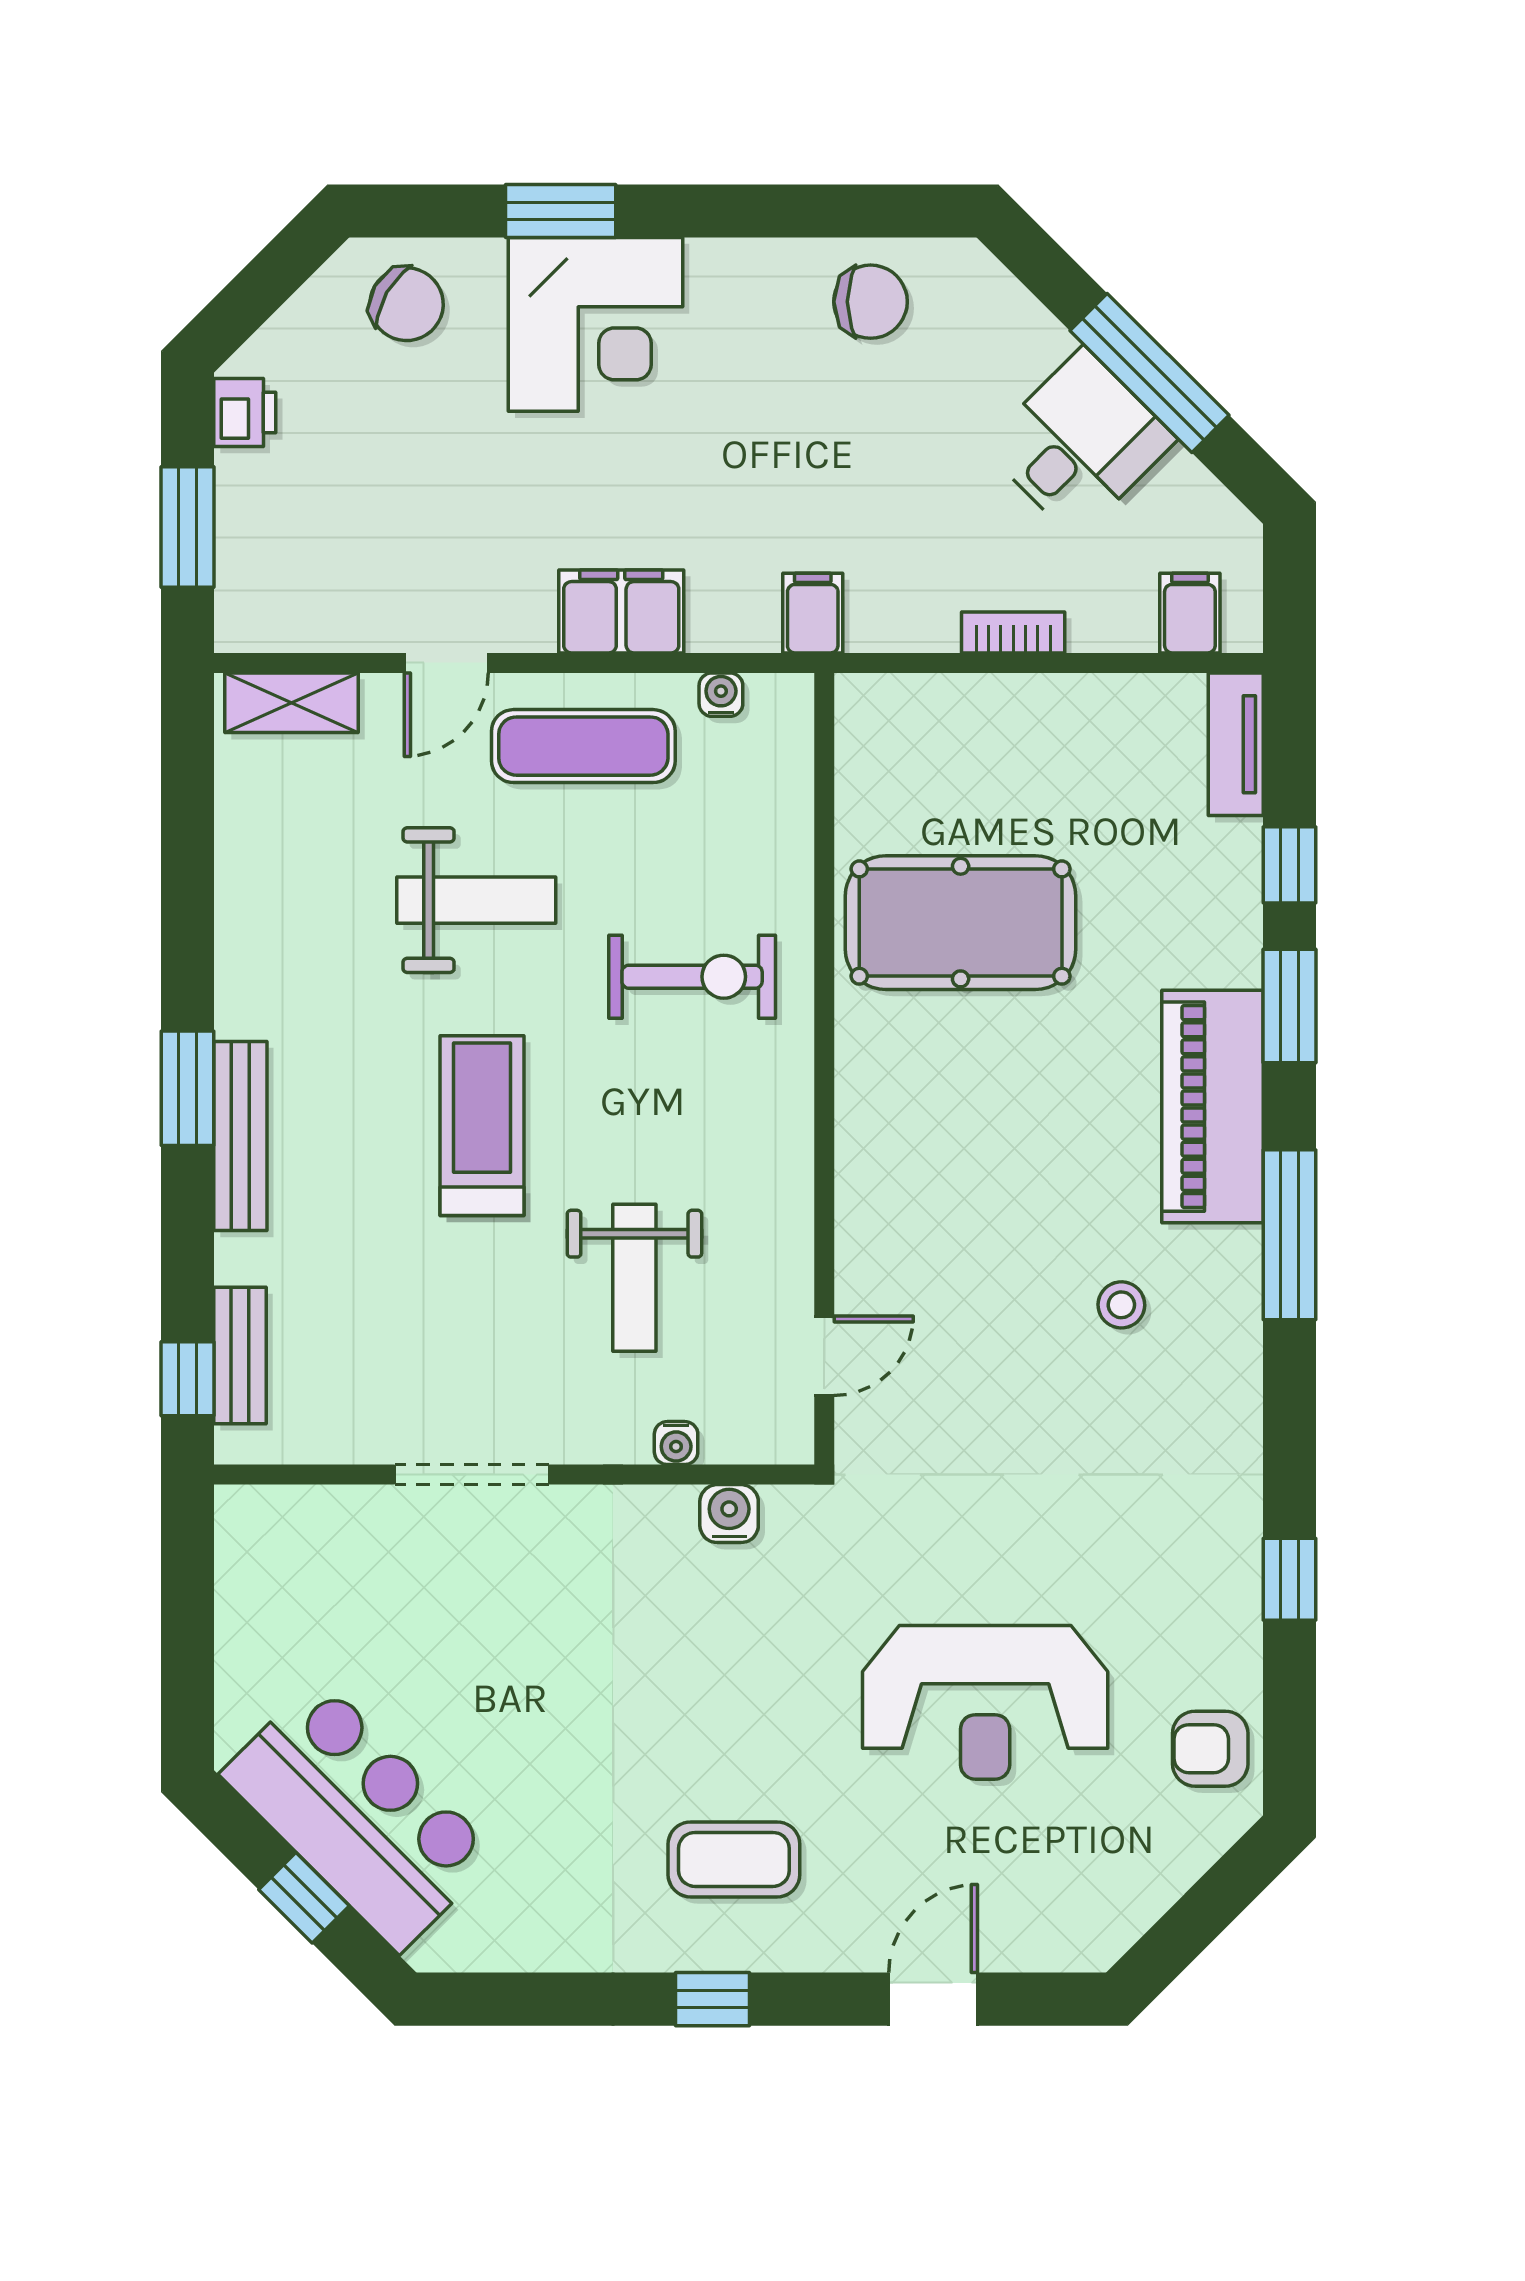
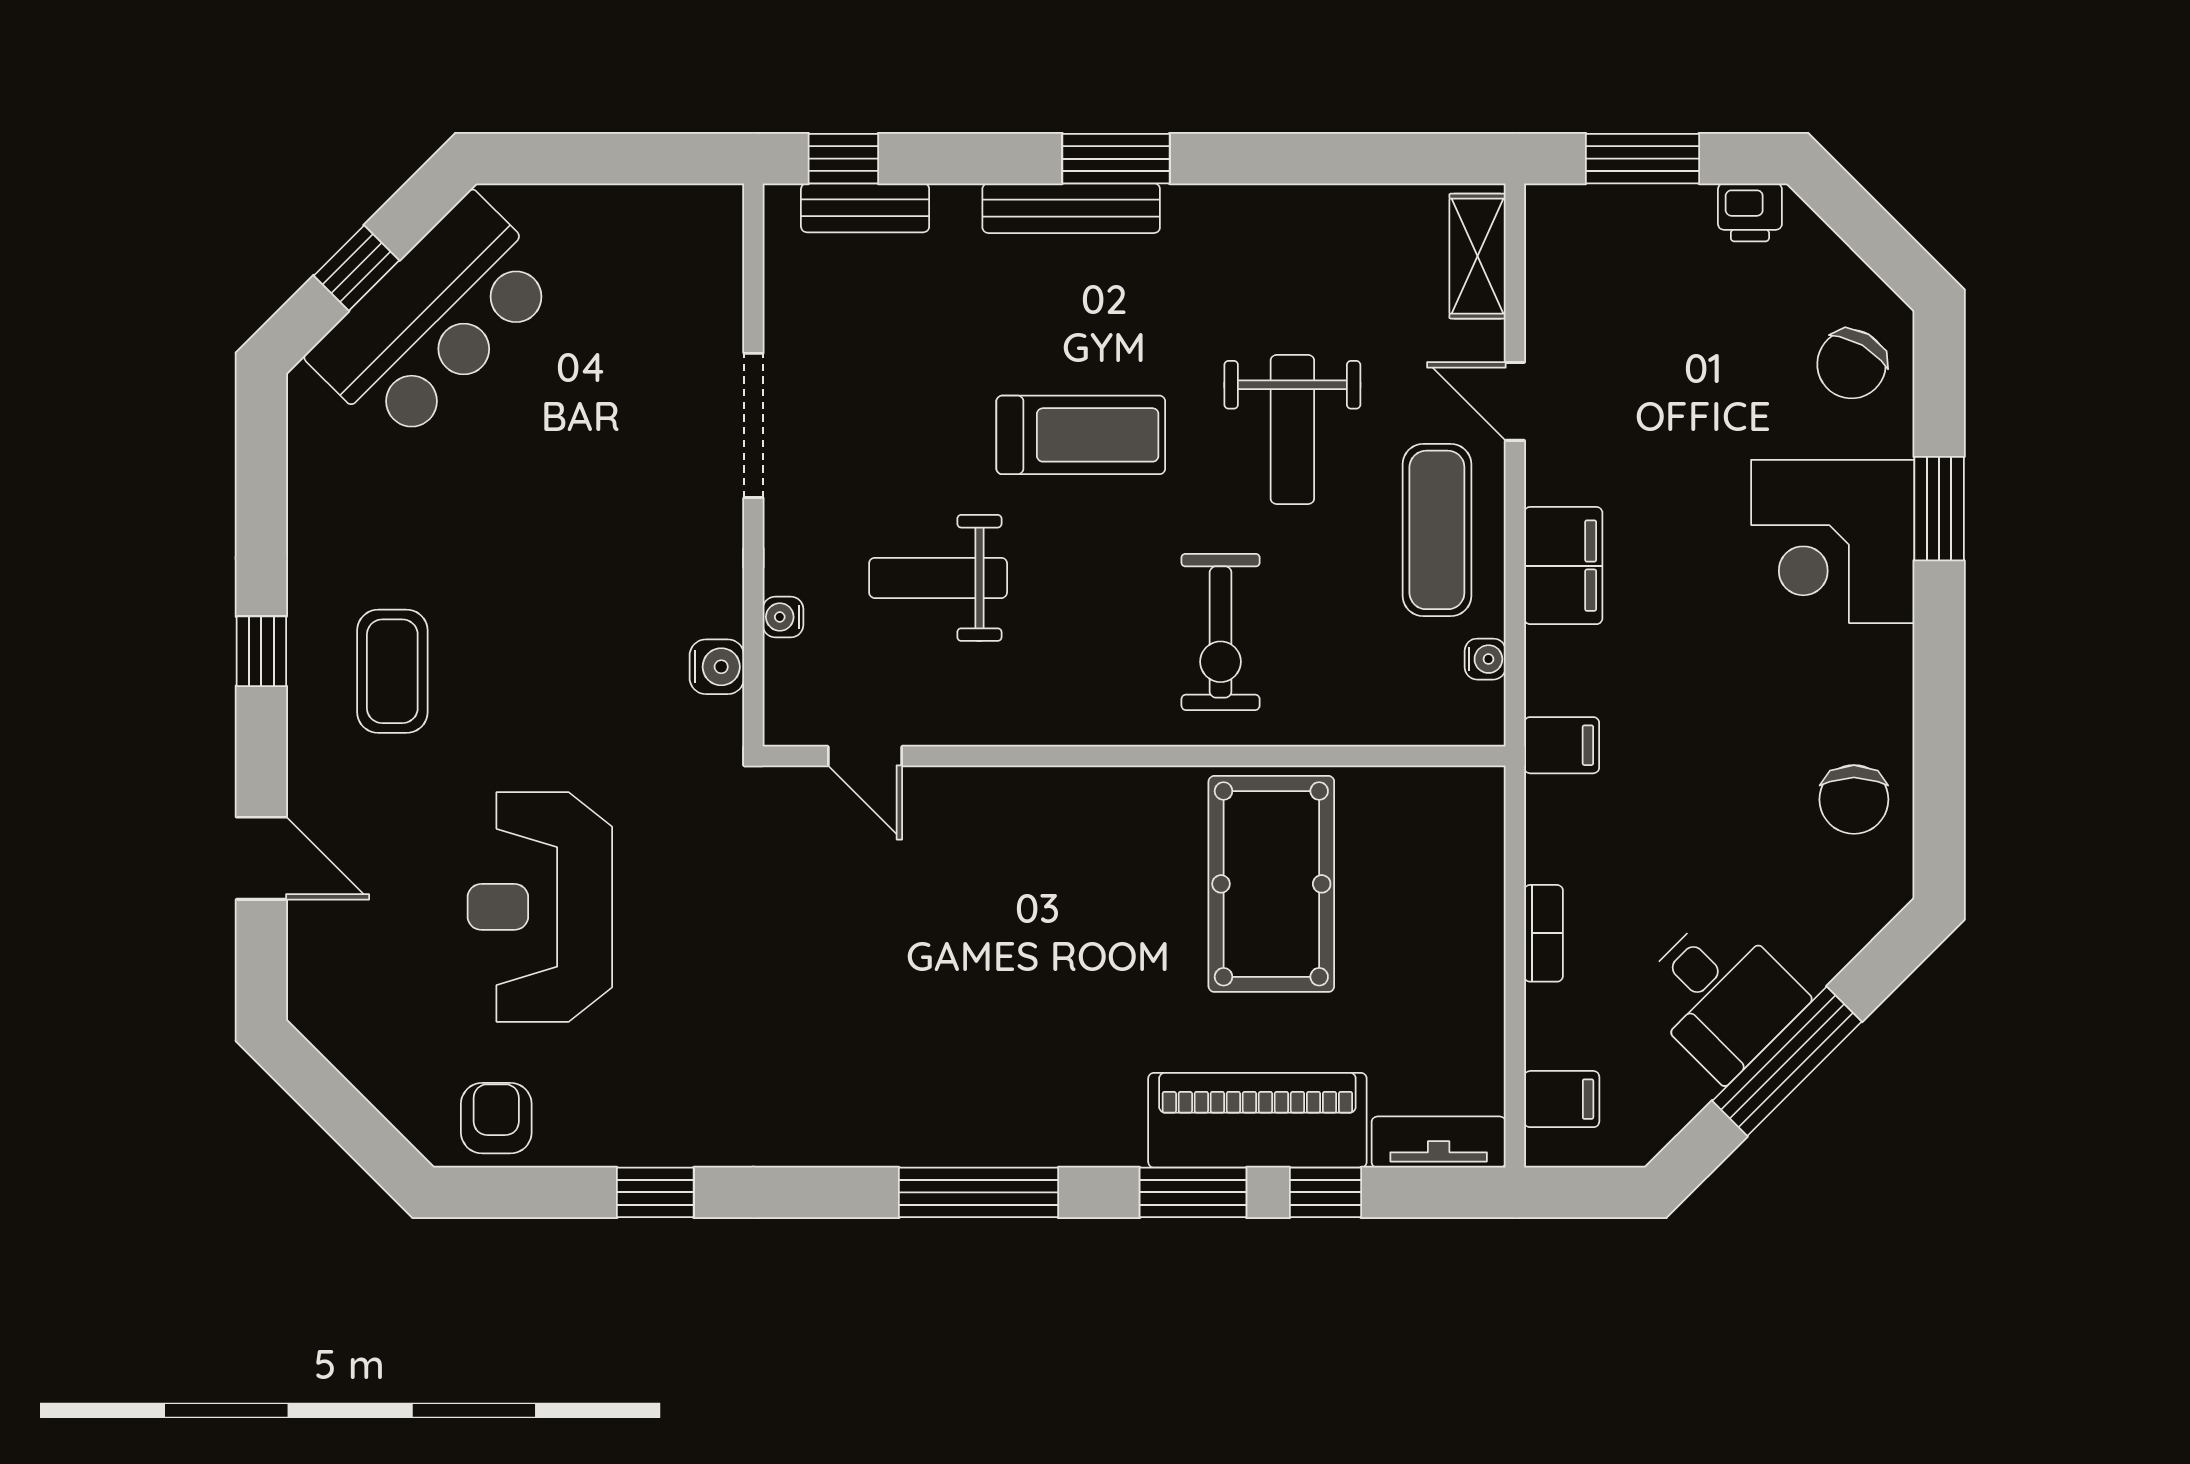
piano: (1212, 1107) -> (1257, 1120), moved
stool: (1121, 1305) -> (913, 1035), removed

